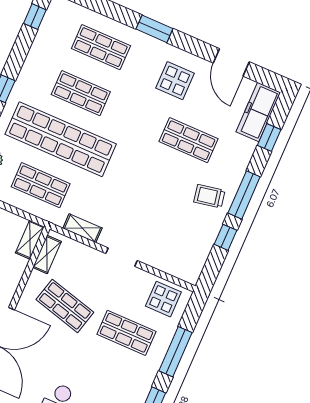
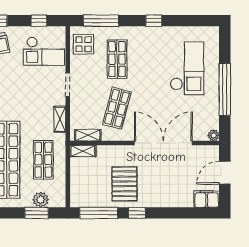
window: (225, 237) -> (39, 21), moved
checkout: (176, 245) -> (44, 51), added
window: (176, 352) -> (101, 21), moved

